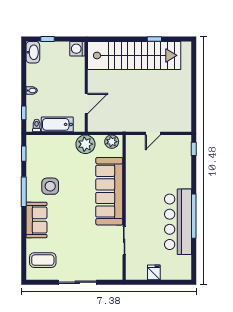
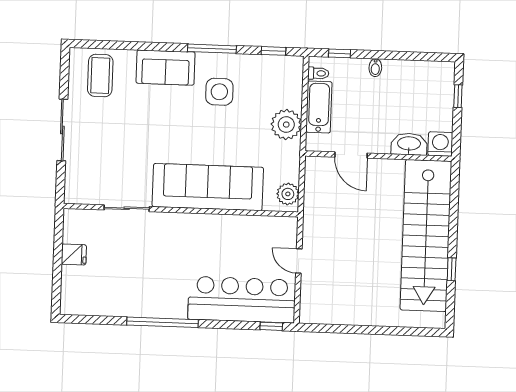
washbasin: (33, 52) -> (409, 144), moved, turned 180
plant: (85, 144) -> (286, 125), moved
bar counter: (178, 222) -> (242, 300), moved

